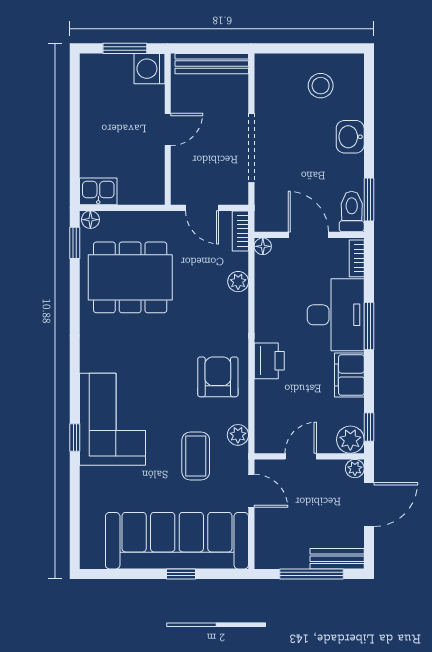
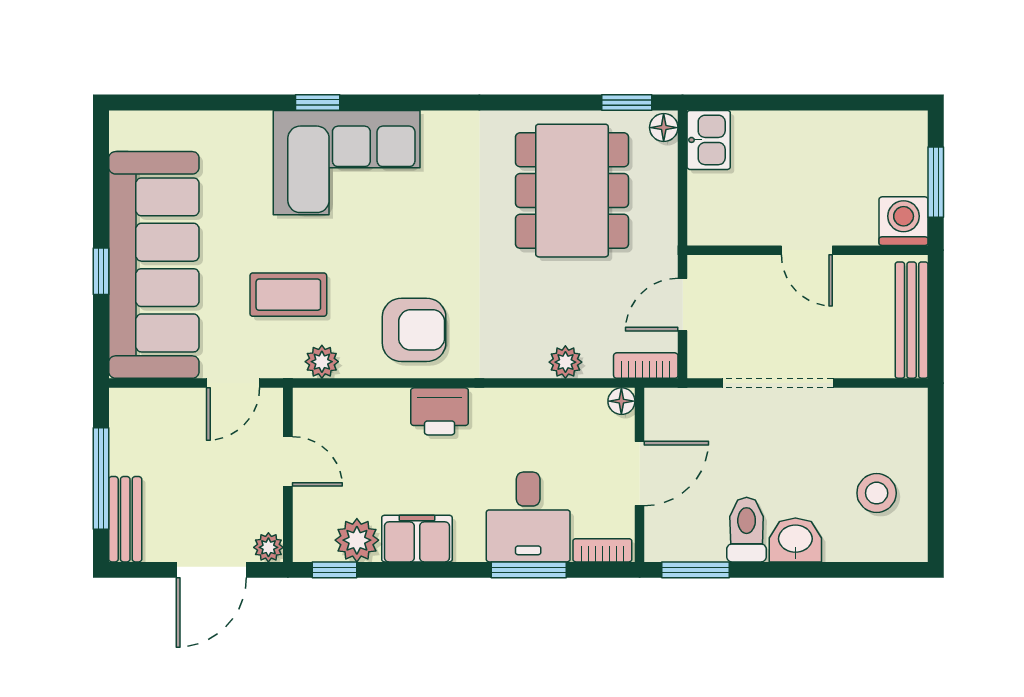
toilet: (352, 212) -> (747, 530), moved, turned -90
desk: (336, 315) -> (528, 517), width x0.73
window: (369, 326) -> (529, 570), moved
plant: (350, 440) -> (357, 540), moved
door: (369, 505) -> (211, 570), hinge flipped

